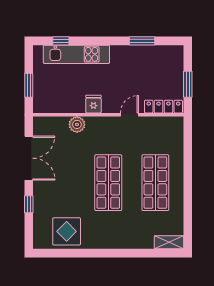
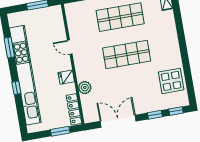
window: (61, 41) -> (16, 88), moved
kitchen unit: (76, 54) -> (25, 75), width x1.86
locker: (163, 107) -> (74, 109), moved
window: (29, 231) -> (176, 111), added

